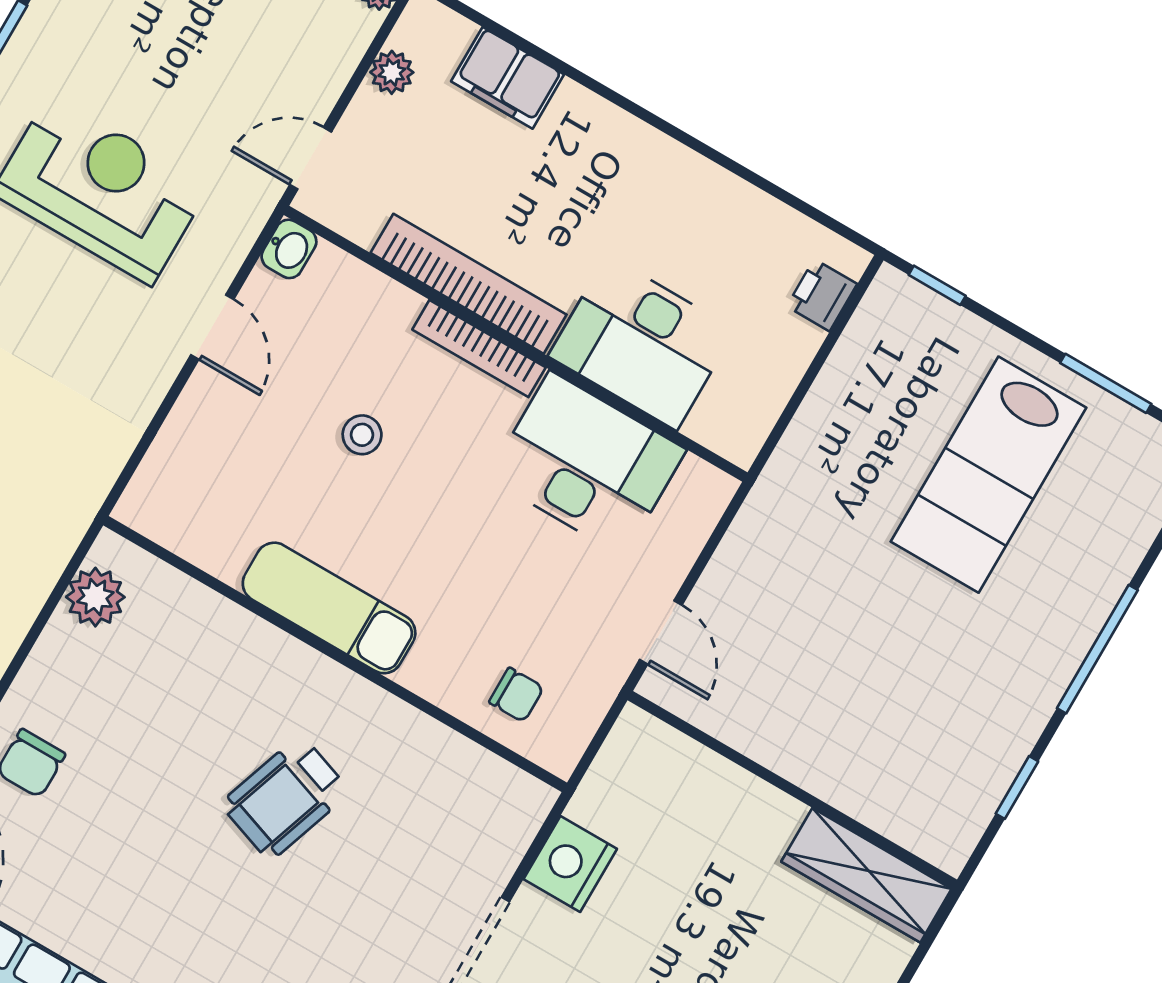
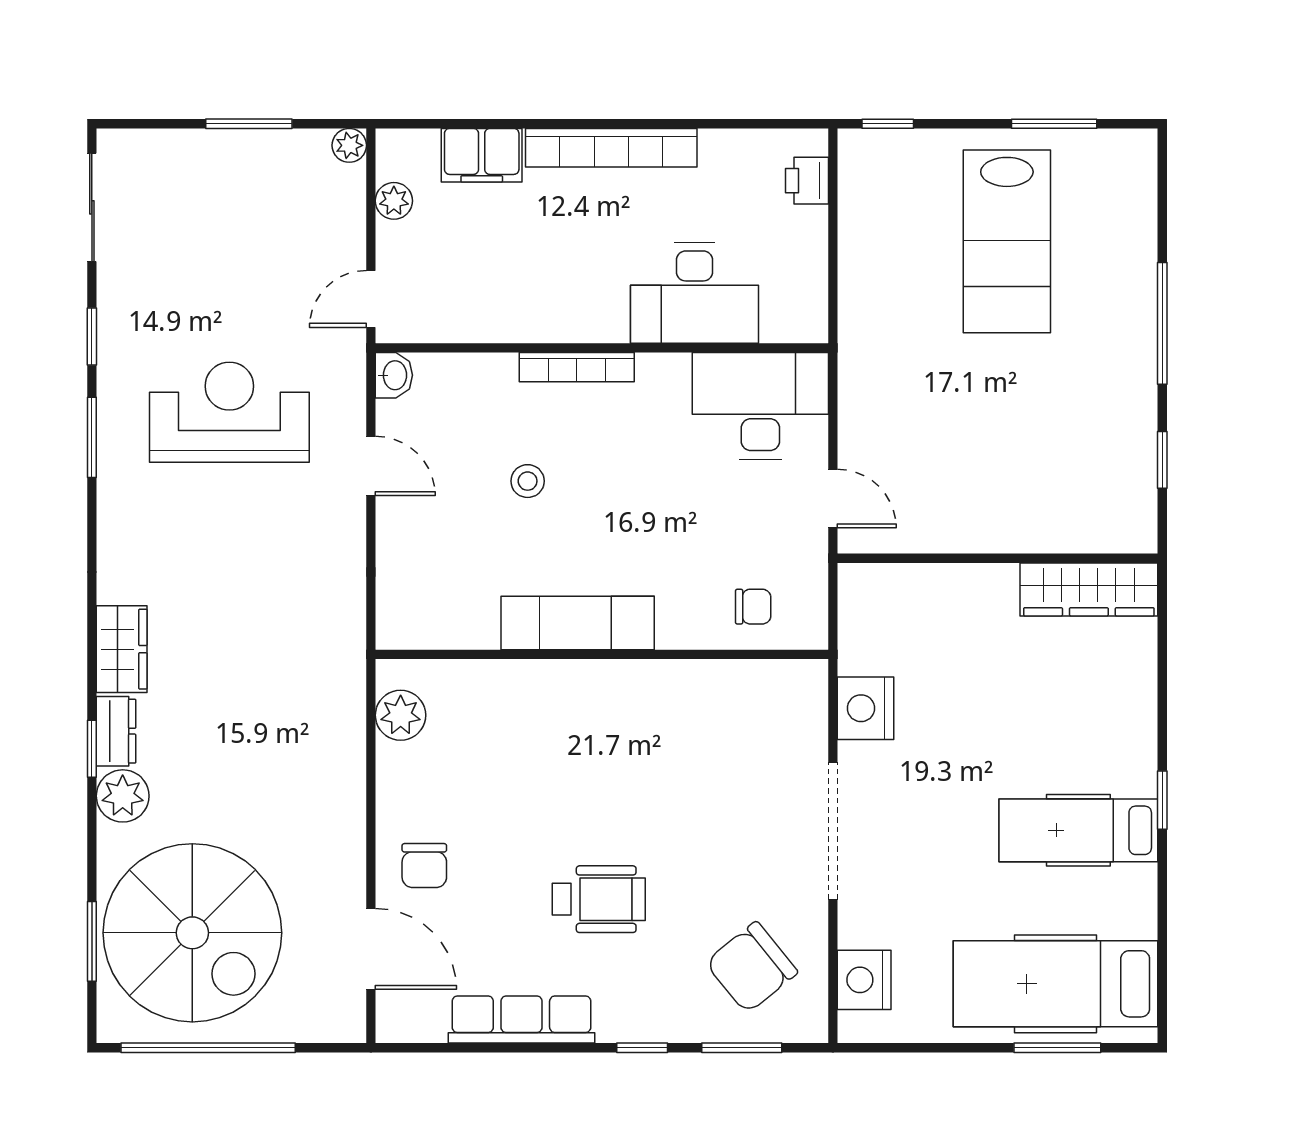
bookcase: (469, 284) -> (611, 148), moved, turned 180
desk: (587, 464) -> (760, 406), moved
wheelchair: (285, 798) -> (599, 899), moved, turned -109

